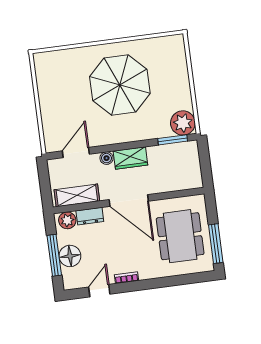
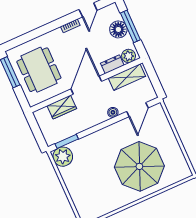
parasol: (120, 85) -> (139, 166), moved
wardrobe: (130, 158) -> (62, 107), moved, turned 180
door: (129, 200) -> (86, 85), hinge flipped

